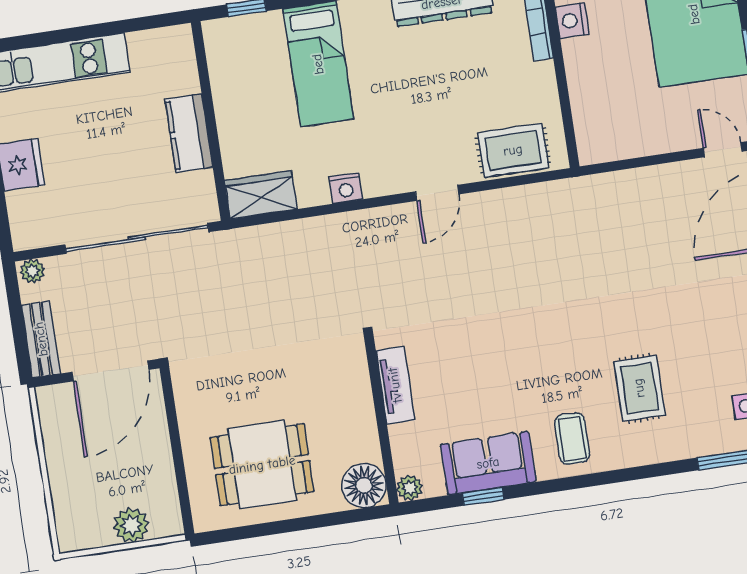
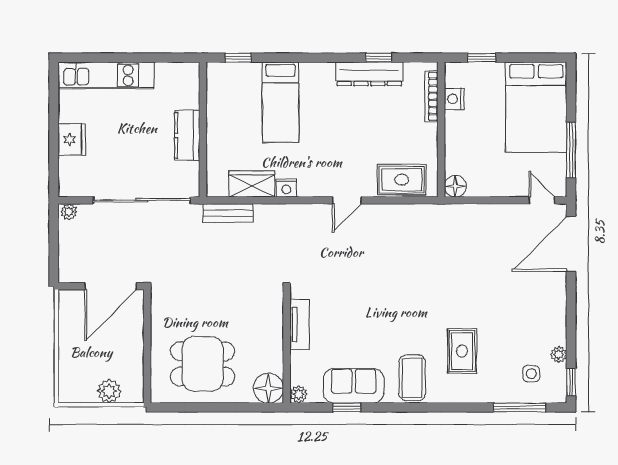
floor lamp: (593, 148) -> (455, 186), added
wardrobe: (261, 195) -> (252, 184), moved
bench: (41, 339) -> (228, 213), moved, turned 90
coffee table: (572, 439) -> (412, 378), width x1.36, depth x1.30

